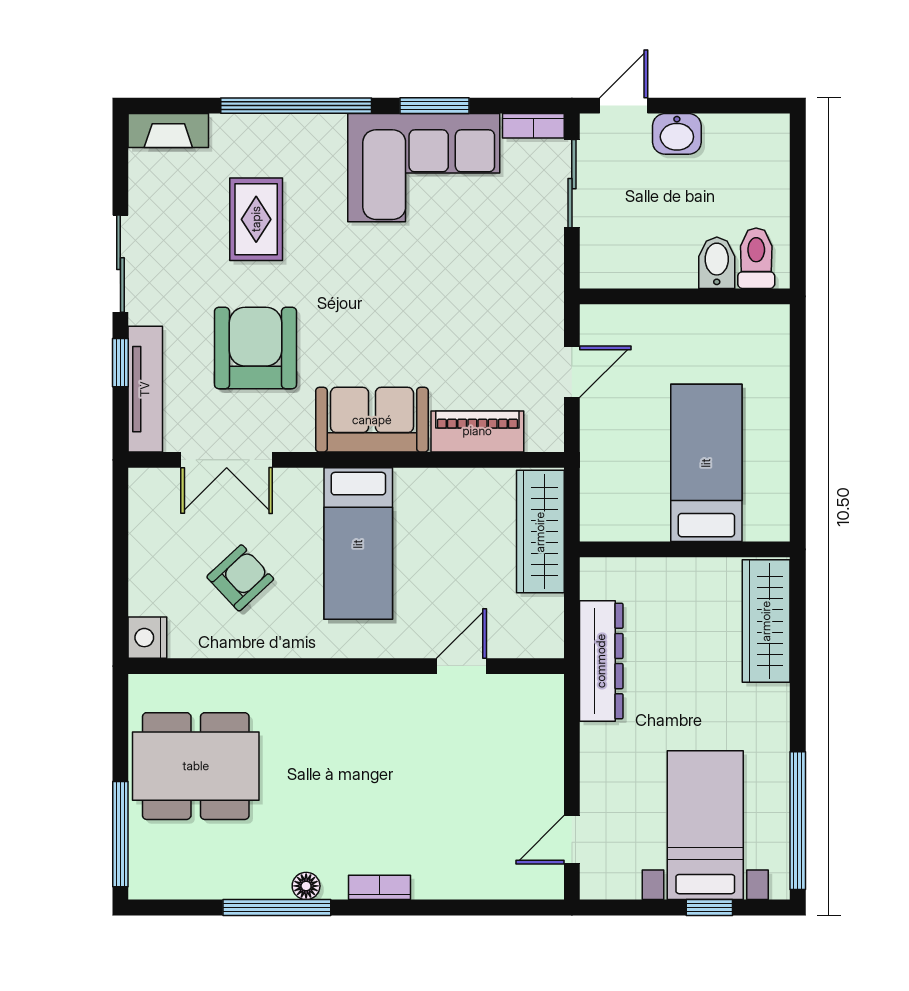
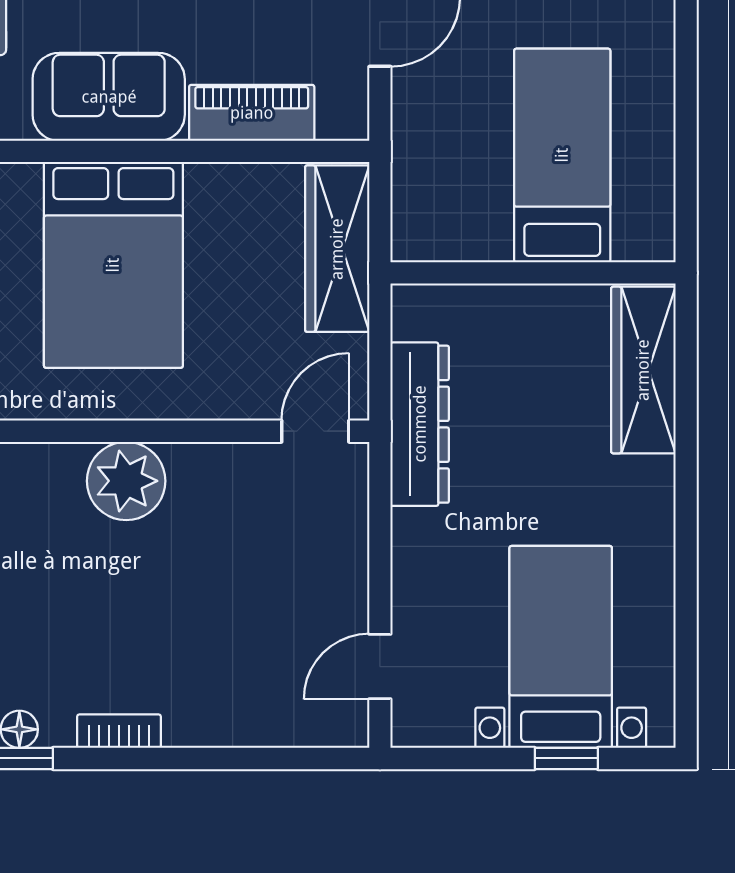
bed: (358, 544) -> (113, 265), width x1.50
door: (461, 666) -> (315, 431), moved
plant: (385, 703) -> (126, 481), added
window: (798, 821) -> (686, 641), removed

